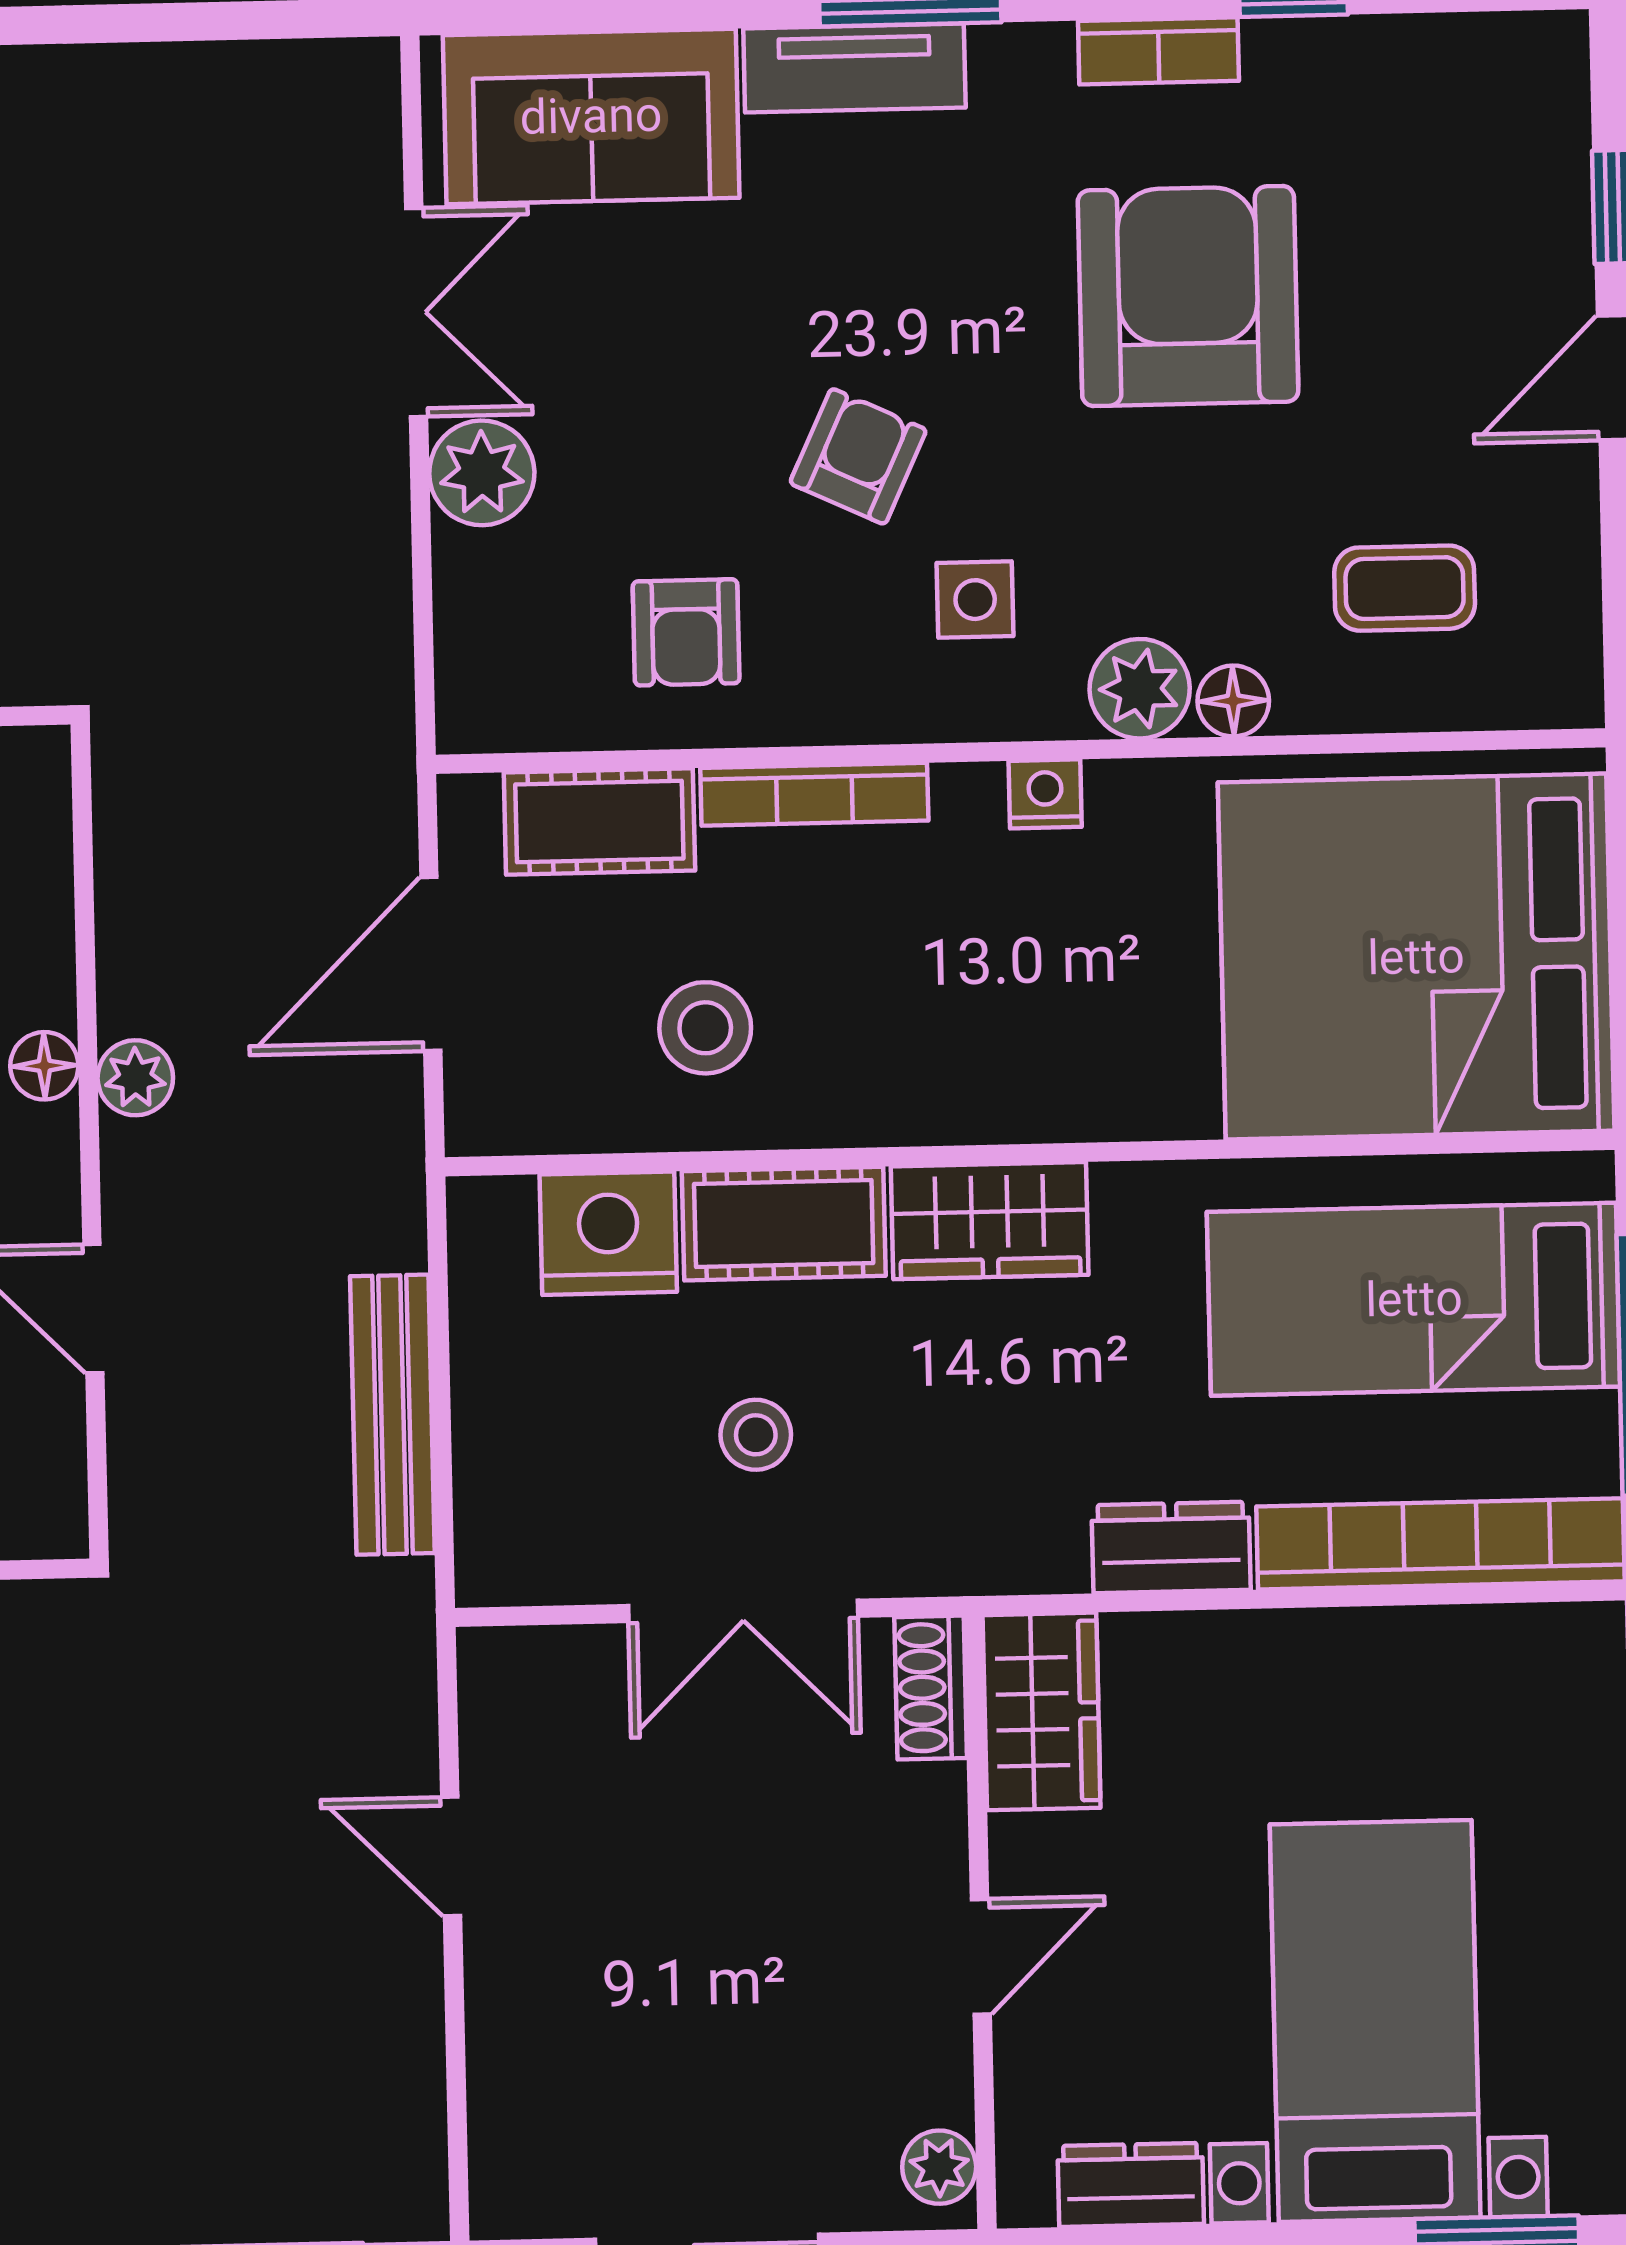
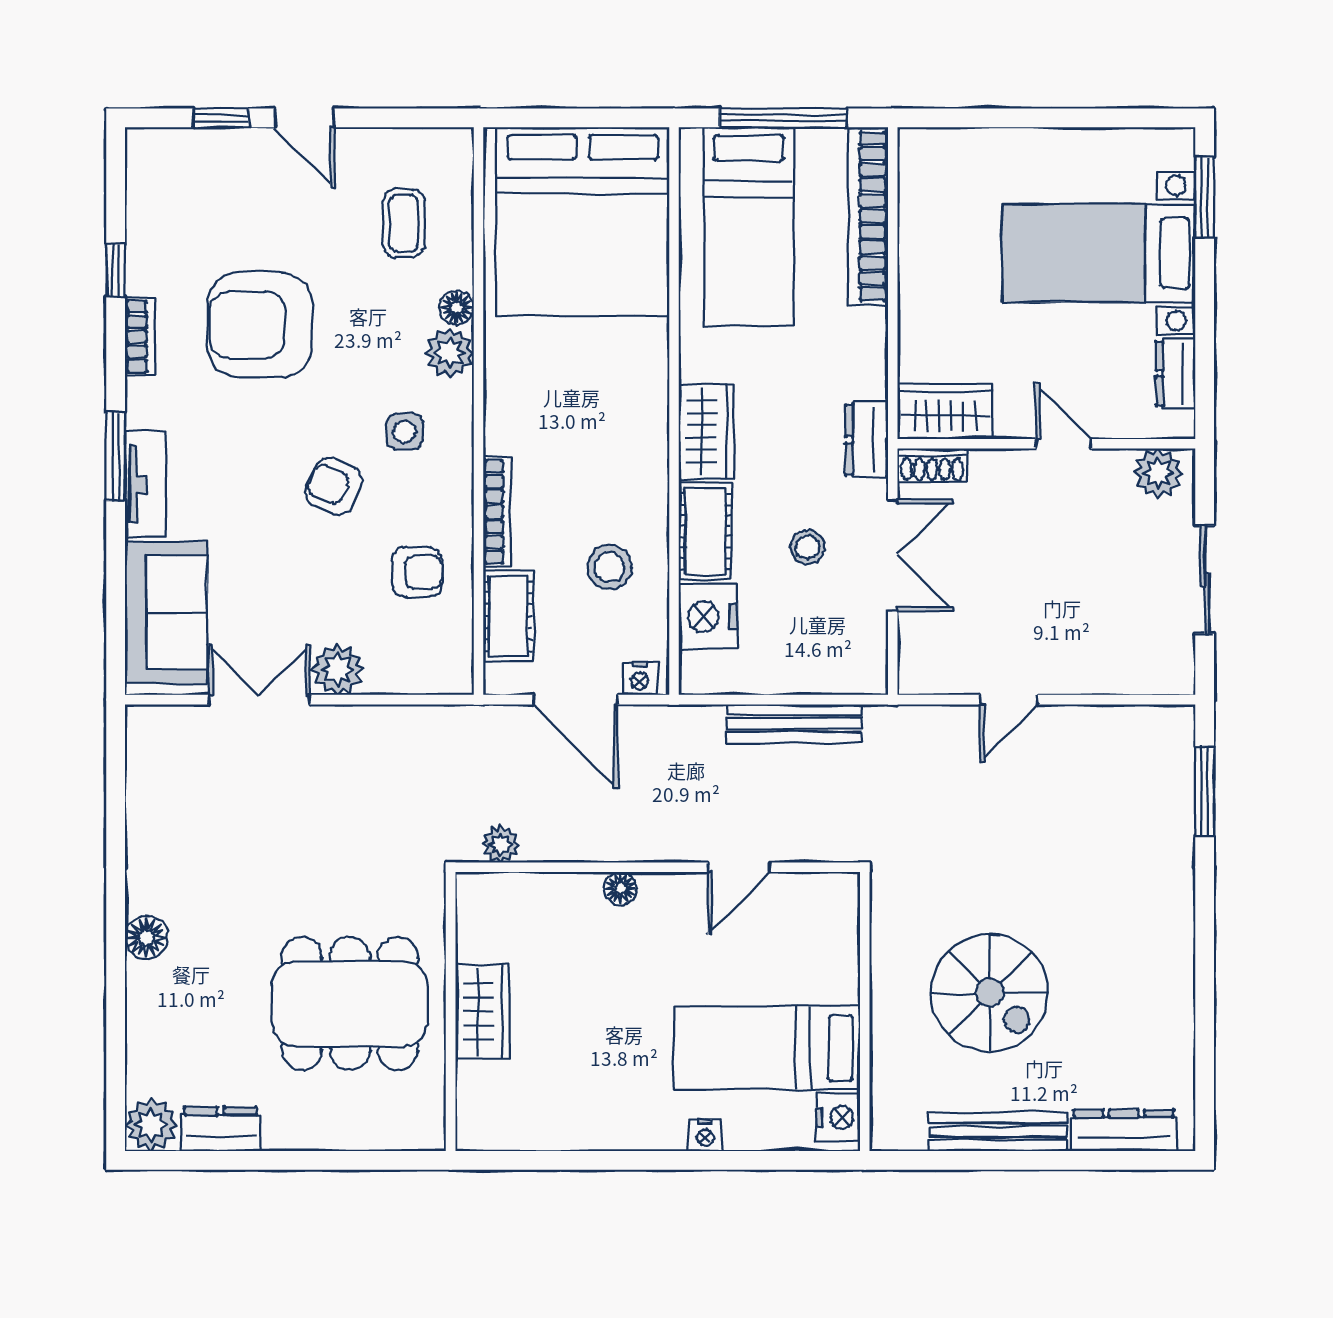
nightstand: (1045, 794) -> (640, 679), moved, turned -90
plant: (135, 1078) -> (501, 844), moved
dresser: (1171, 1547) -> (867, 440), moved
plant: (939, 2167) -> (1158, 473), width x1.38, depth x1.38

